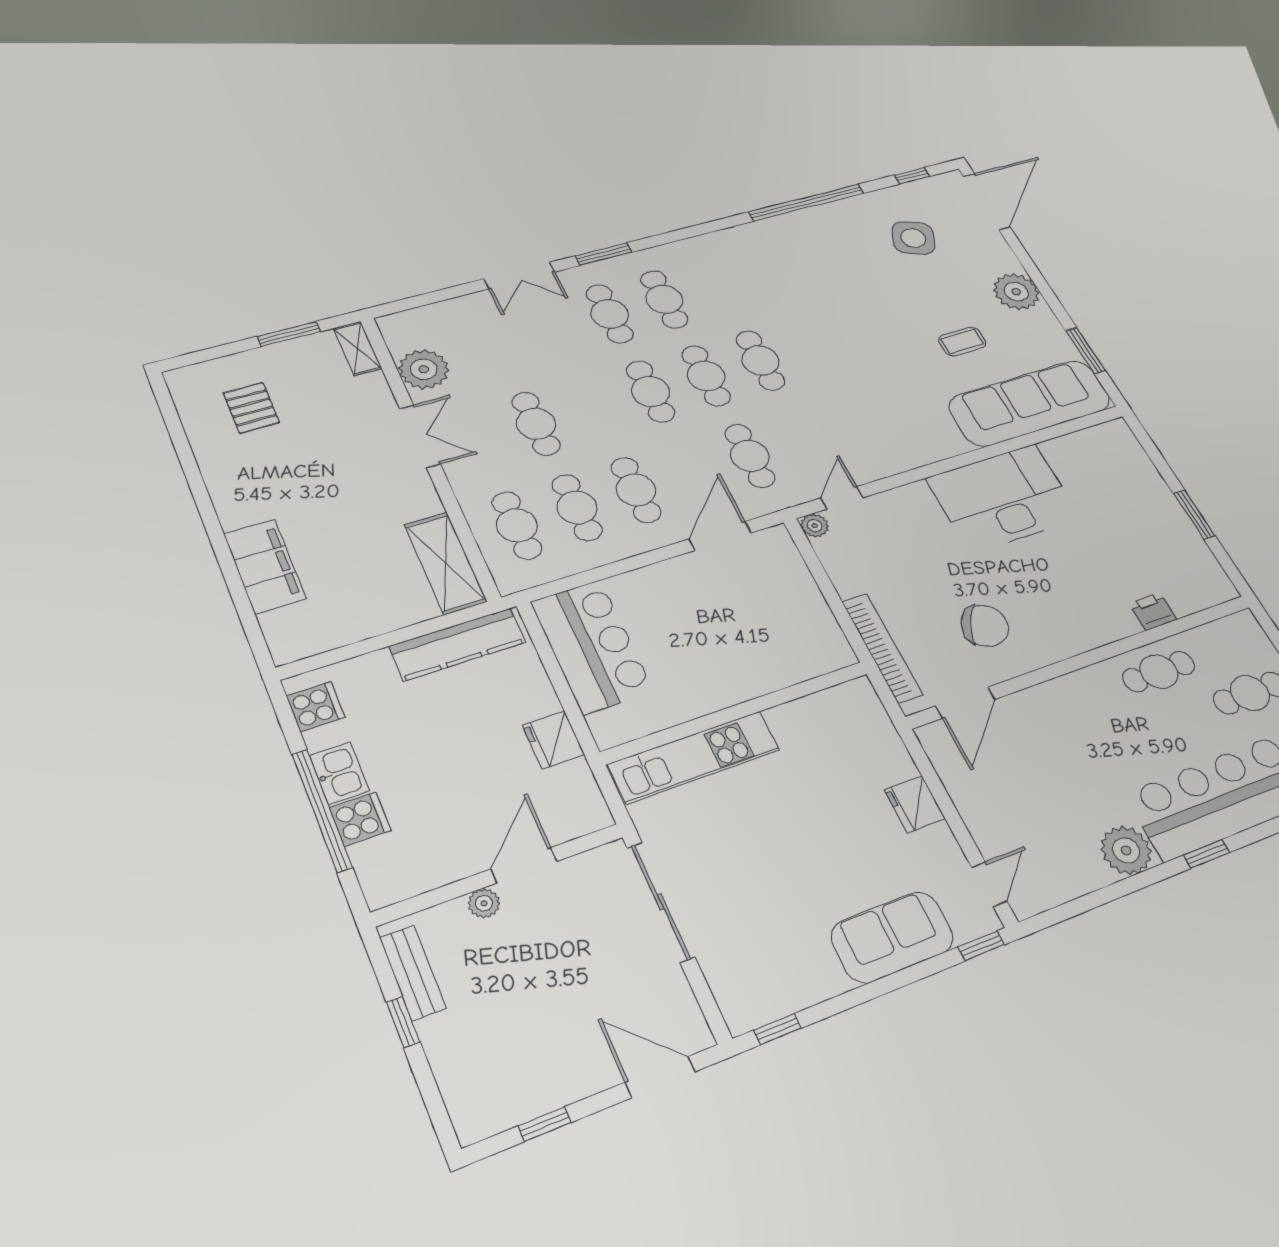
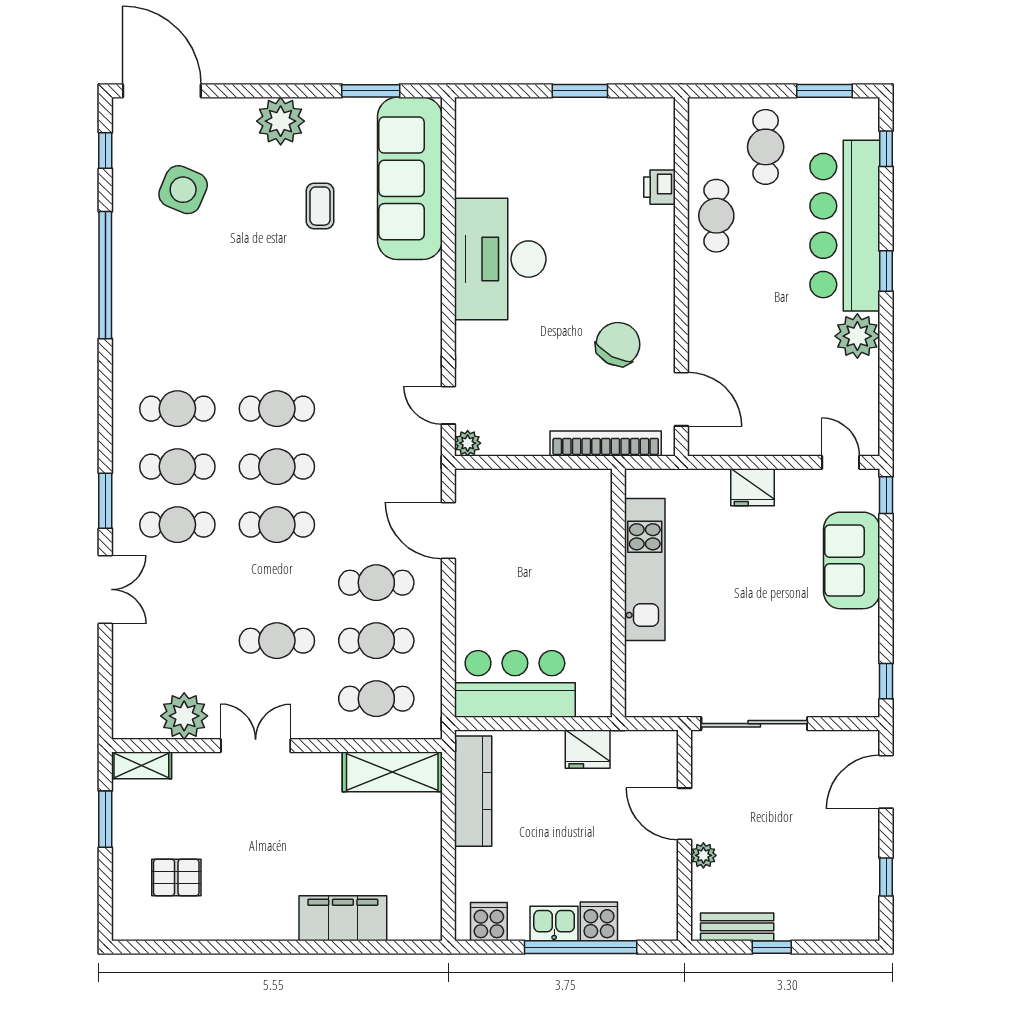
cafe table: (750, 456) -> (177, 409), moved
kitchen unit: (694, 757) -> (645, 570), moved

